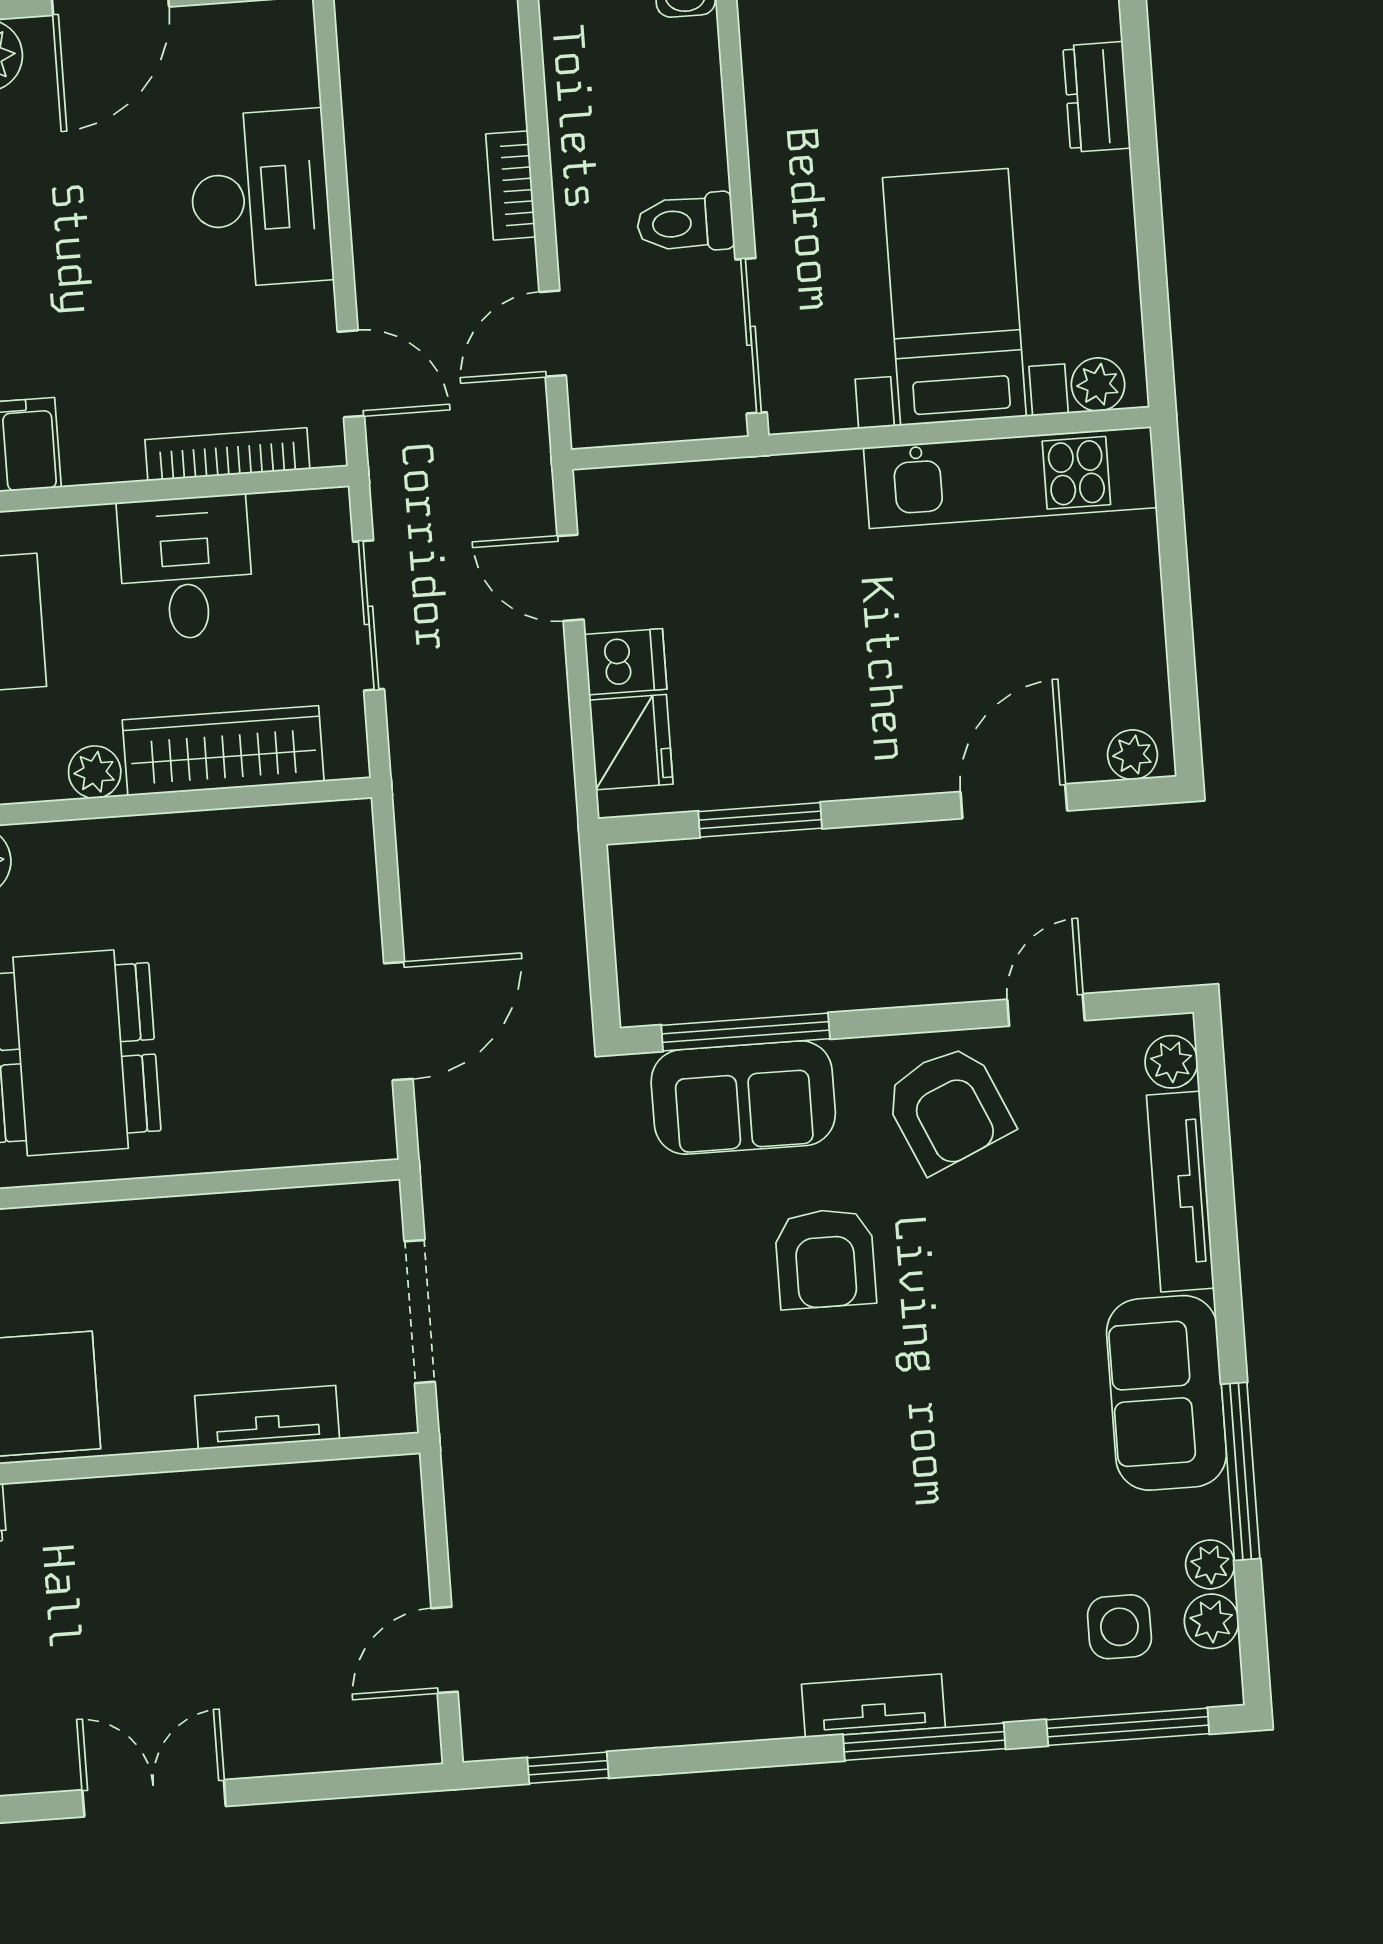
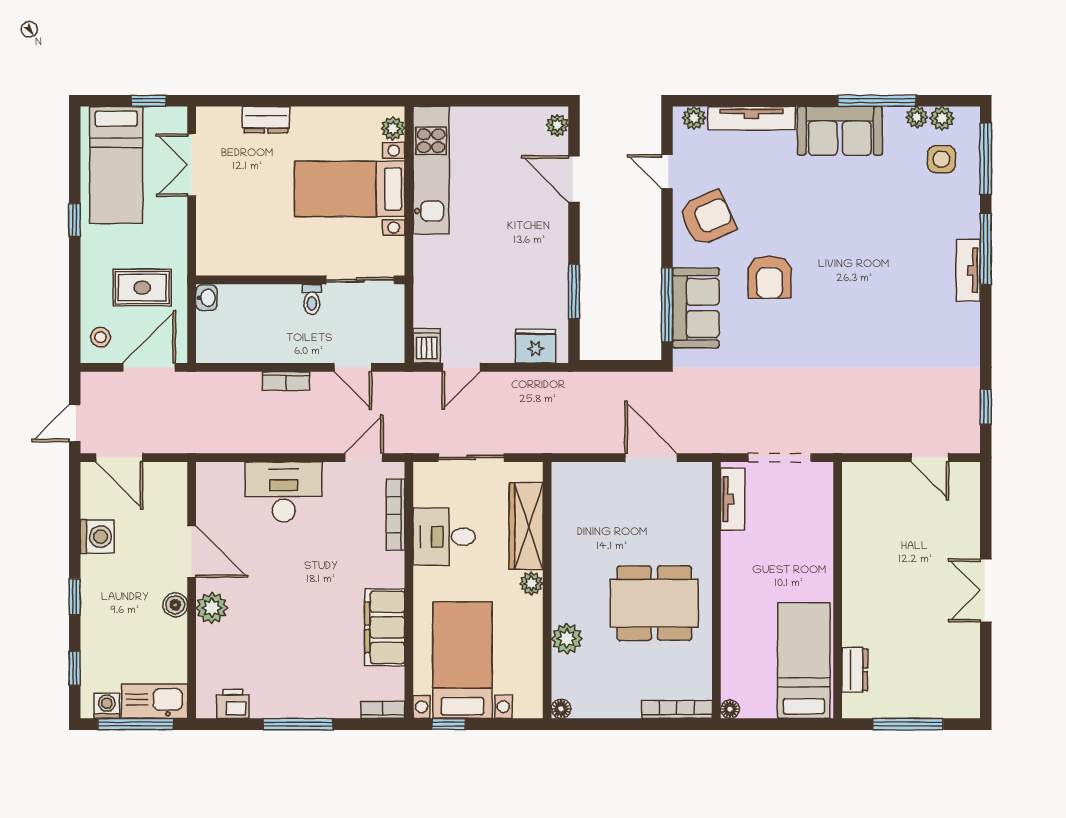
toilet: (685, 223) -> (312, 299), width x0.73, depth x0.72
dishwasher: (626, 662) -> (427, 346), moved
armchair: (825, 1259) -> (770, 277), turned 90
tv unit: (267, 1417) -> (733, 499), moved, turned 180

